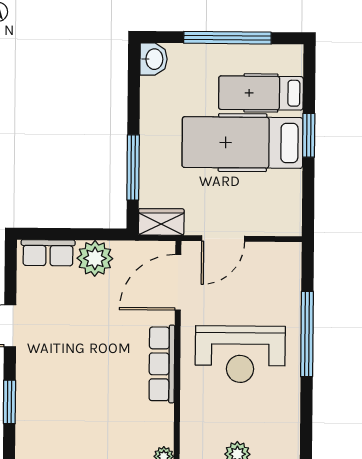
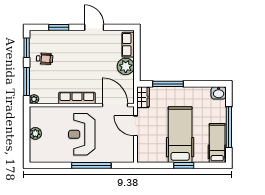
hospital bed: (261, 93) -> (217, 143), moved
wheelchair: (77, 433) -> (45, 59), added

